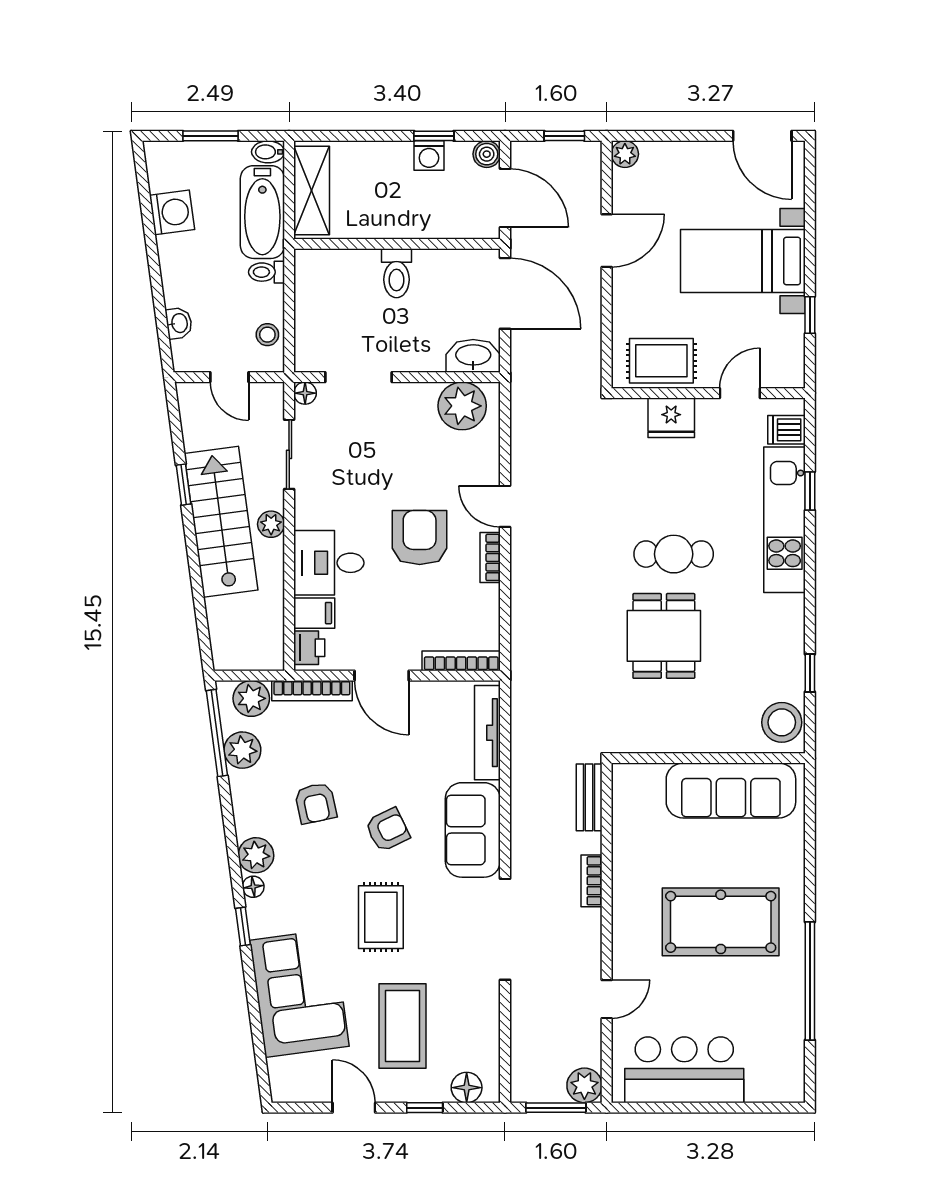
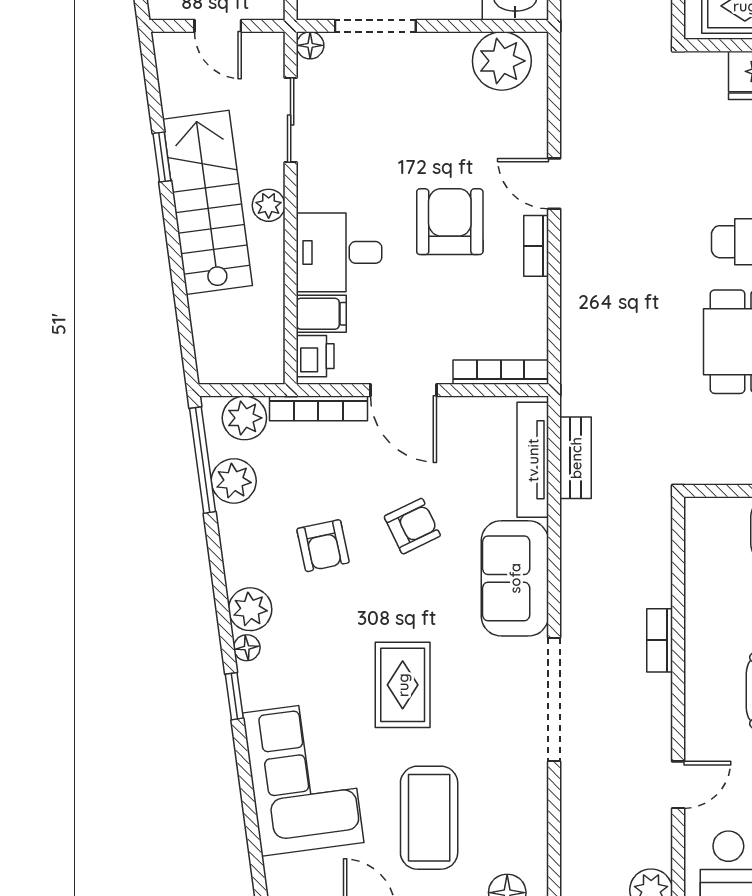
bench: (589, 797) -> (576, 458), moved
armchair: (387, 830) -> (412, 526), moved

